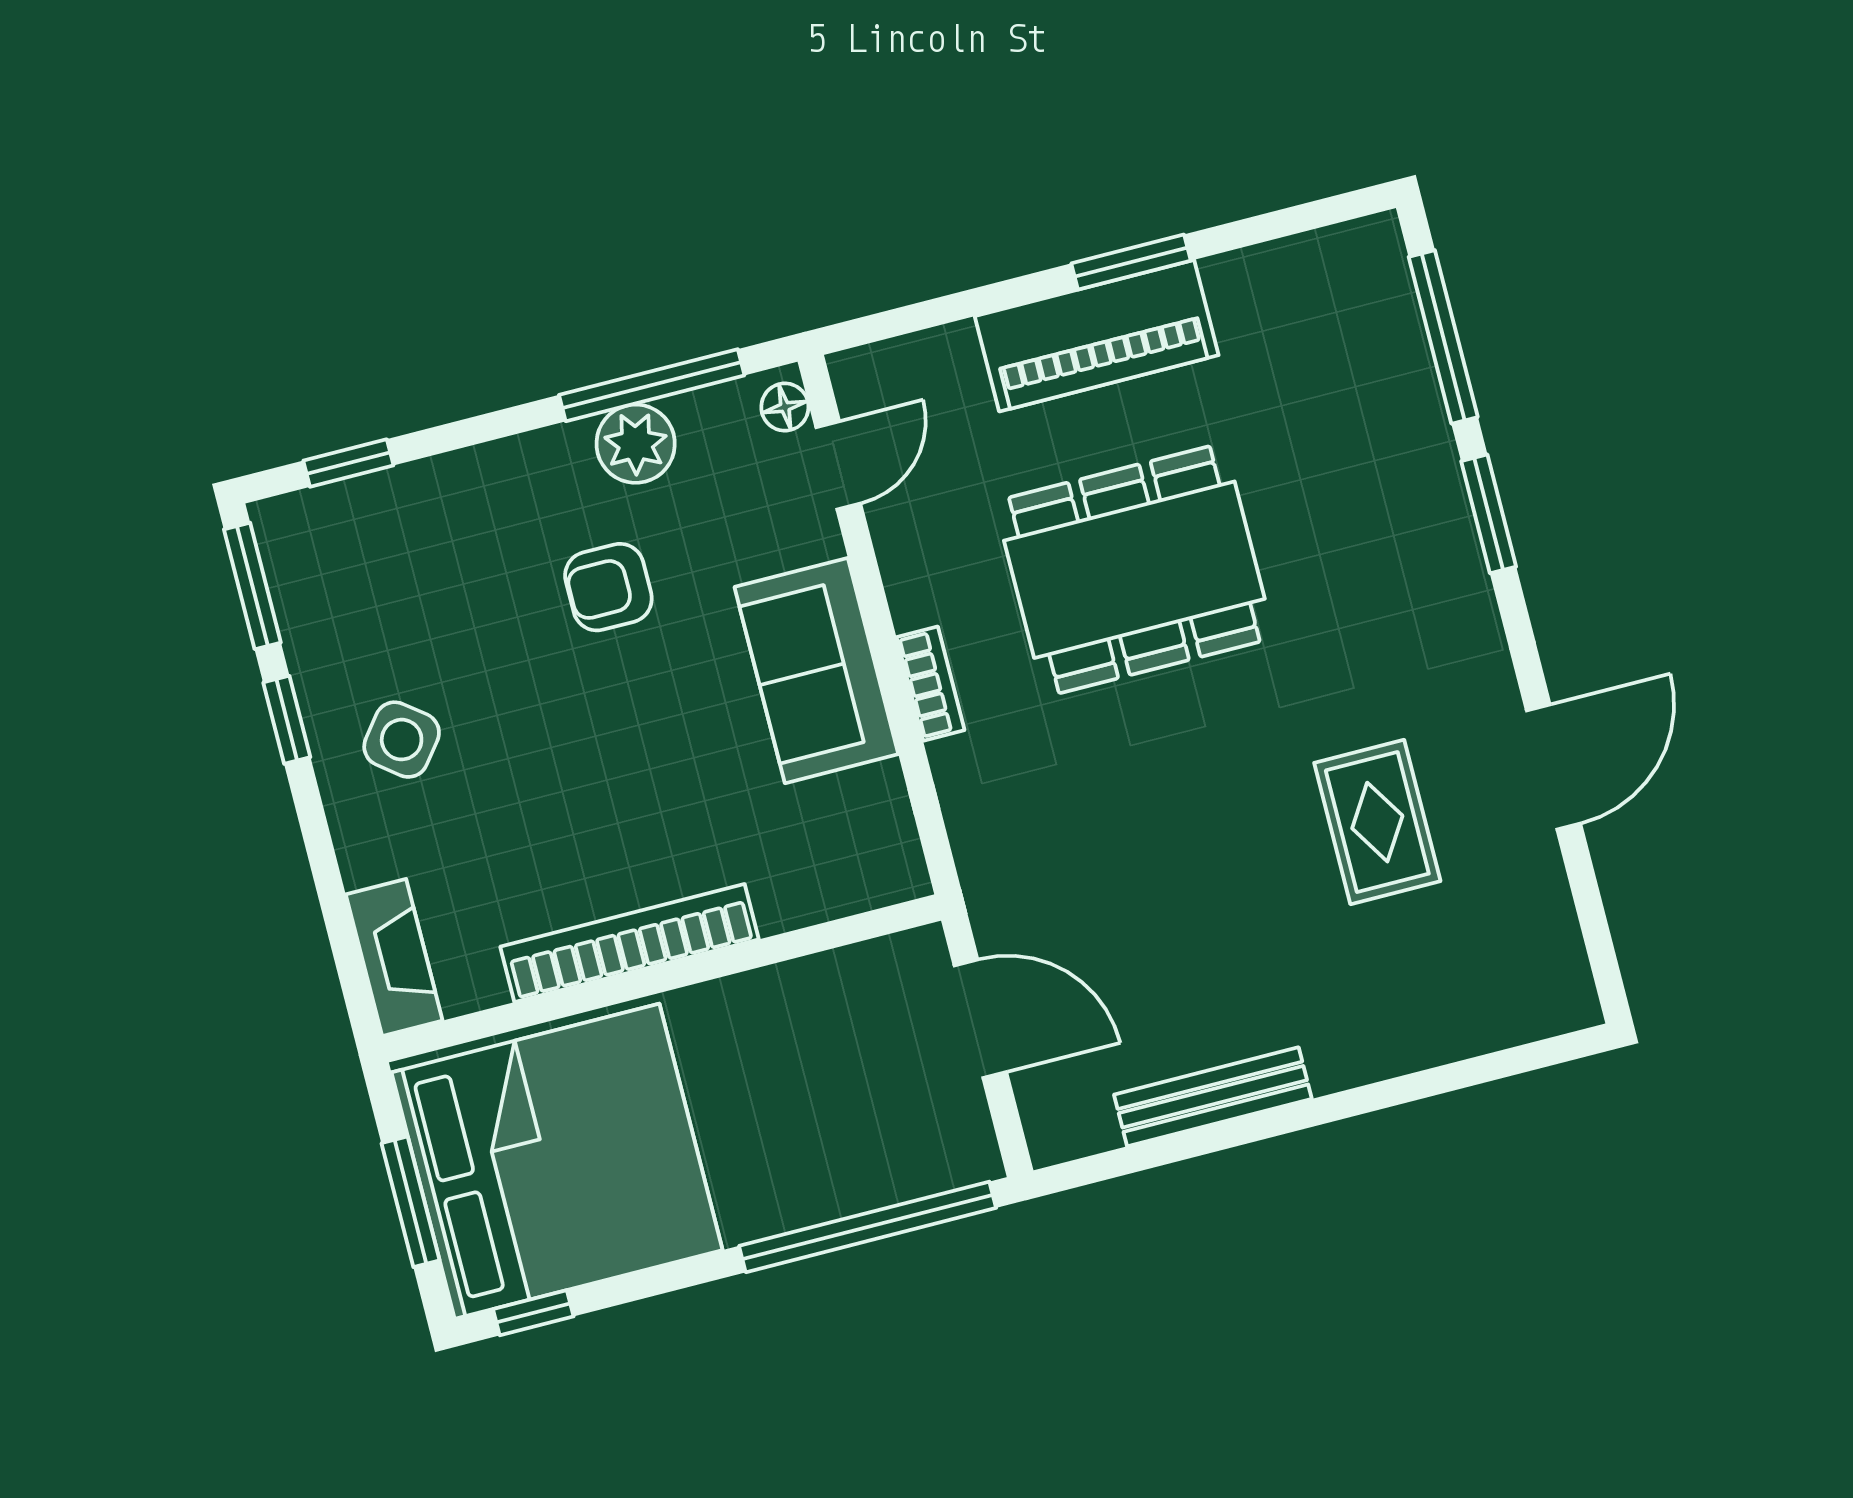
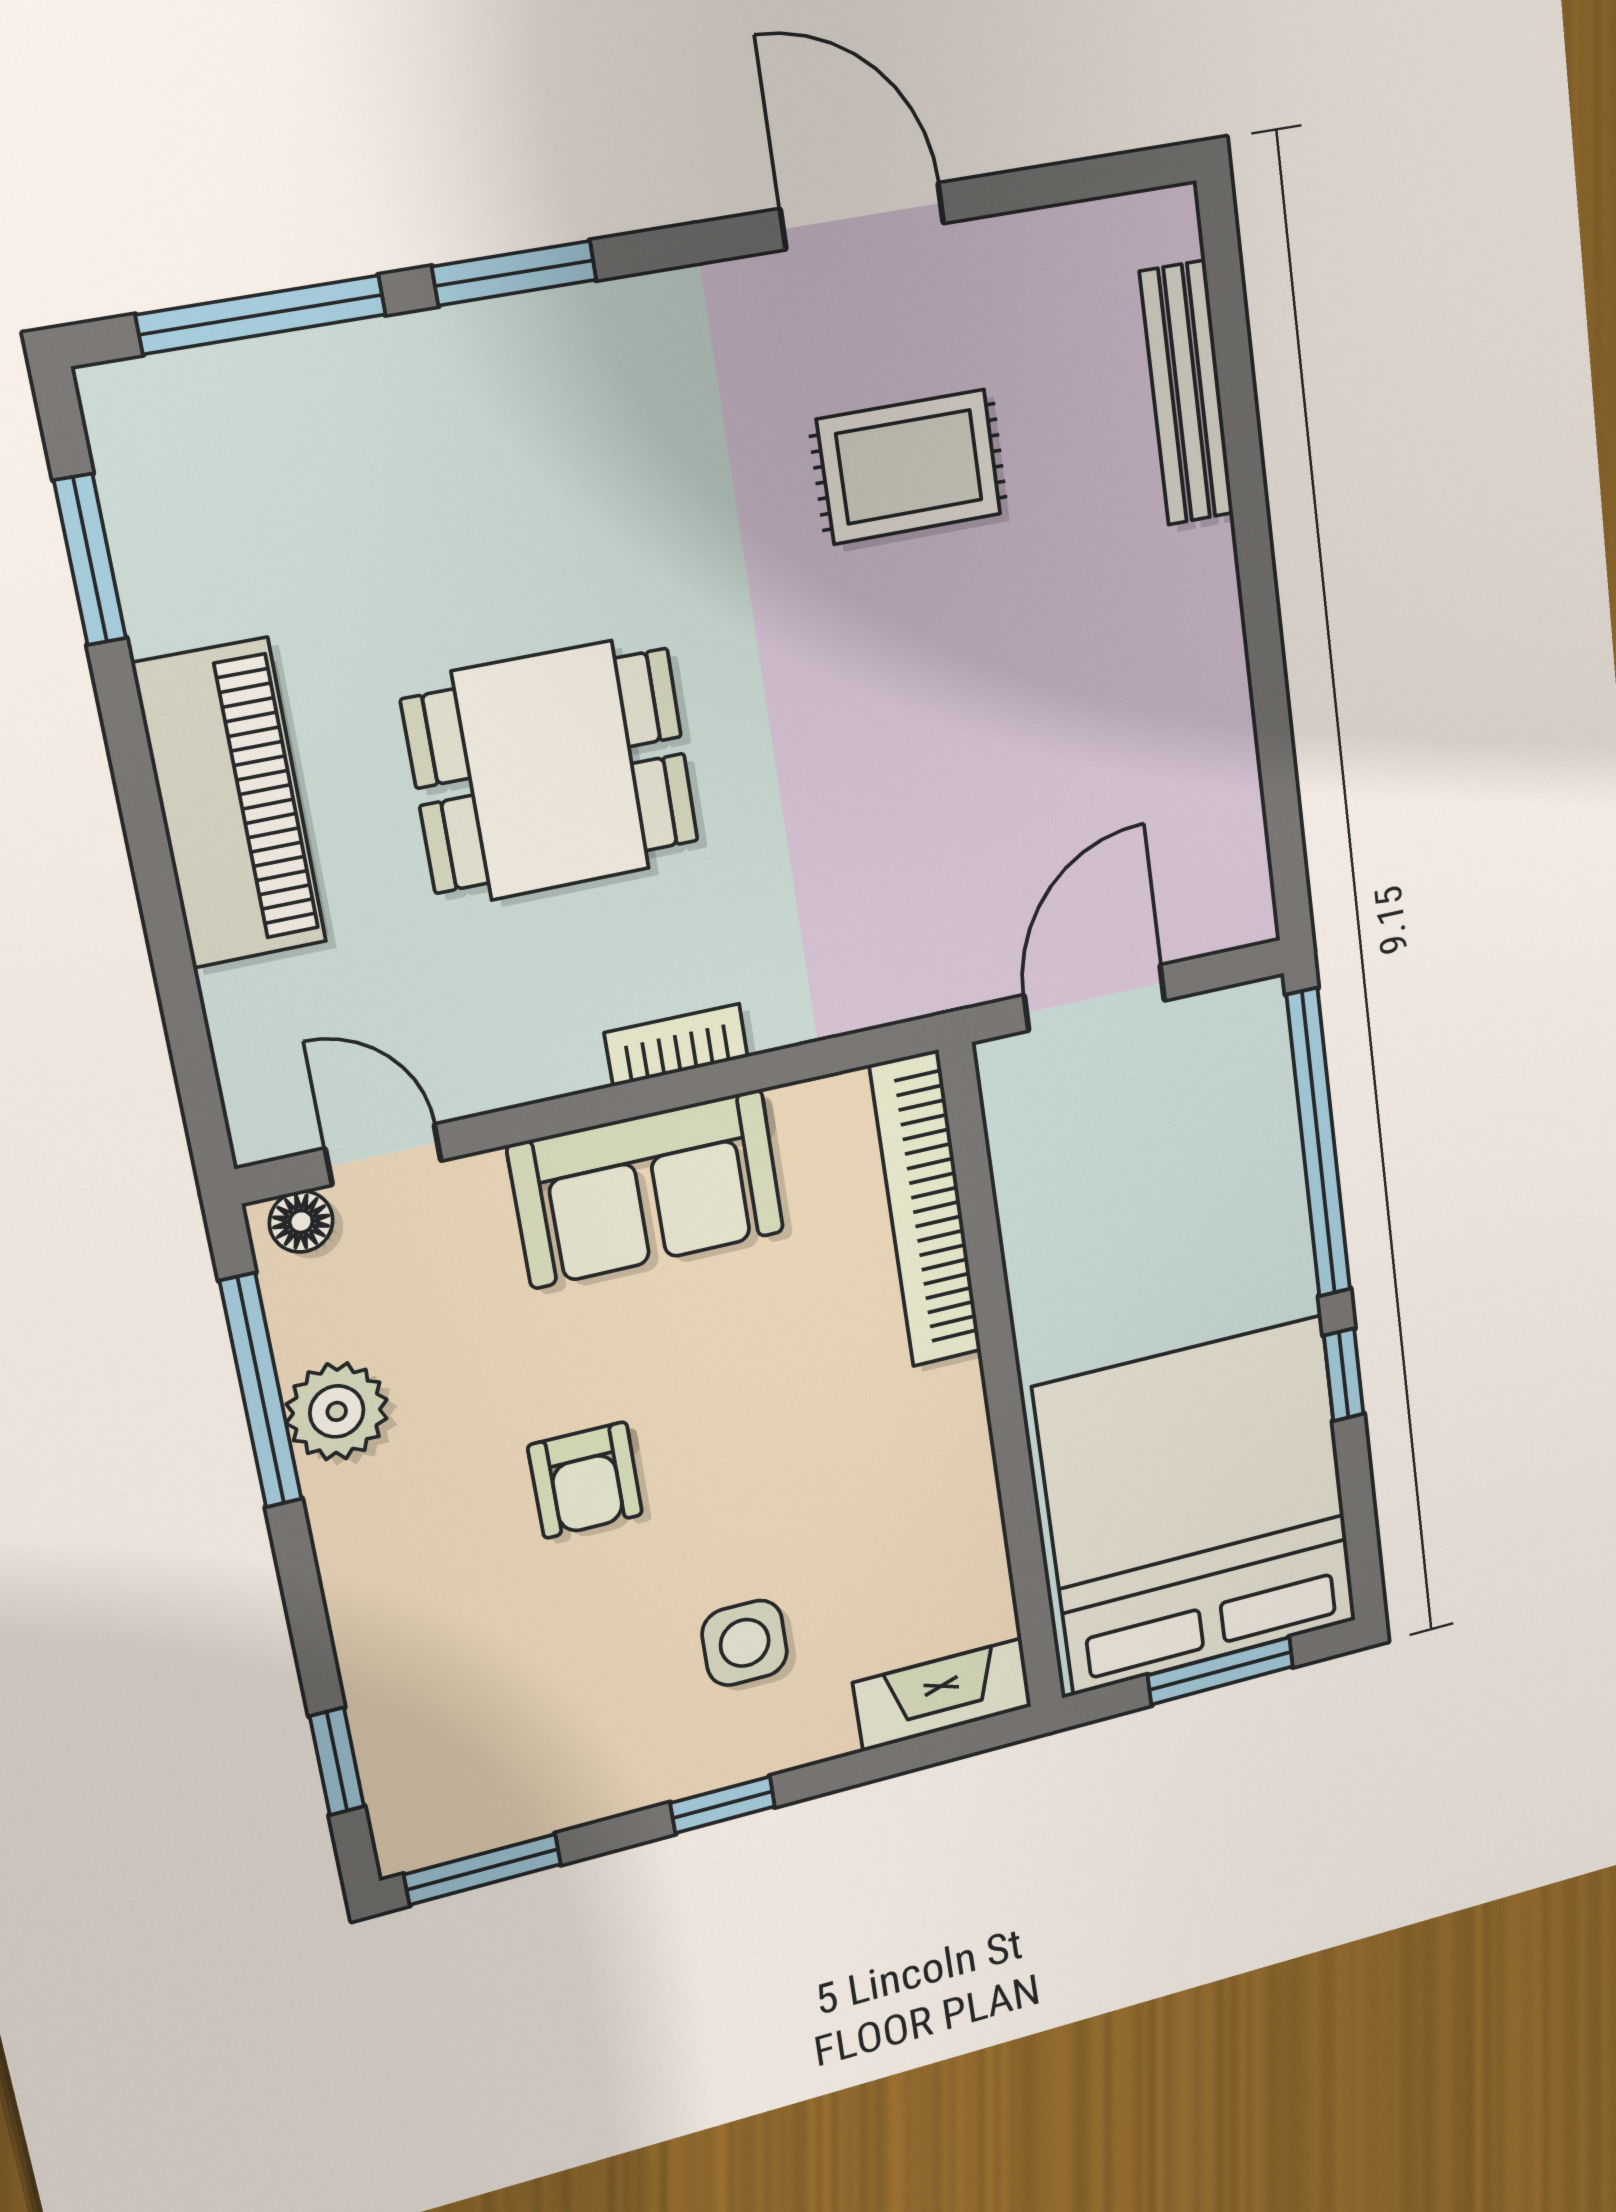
window: (1131, 262) -> (90, 560), moved
dining table: (1134, 570) -> (551, 771), width x0.73
armchair: (608, 587) -> (585, 1480), moved
window: (287, 720) -> (723, 1805), moved
side table: (402, 740) -> (745, 1643), moved, turned -38
bookcase: (630, 943) -> (926, 1209), moved
bench: (1213, 1097) -> (1187, 393), moved
window: (533, 1313) -> (1344, 1375), moved

